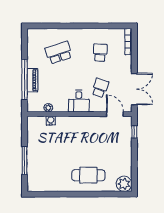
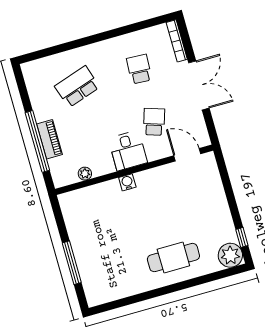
double door: (134, 89) -> (199, 85), moved
water cooler: (51, 121) -> (127, 182), moved
window: (134, 132) -> (242, 237), moved

